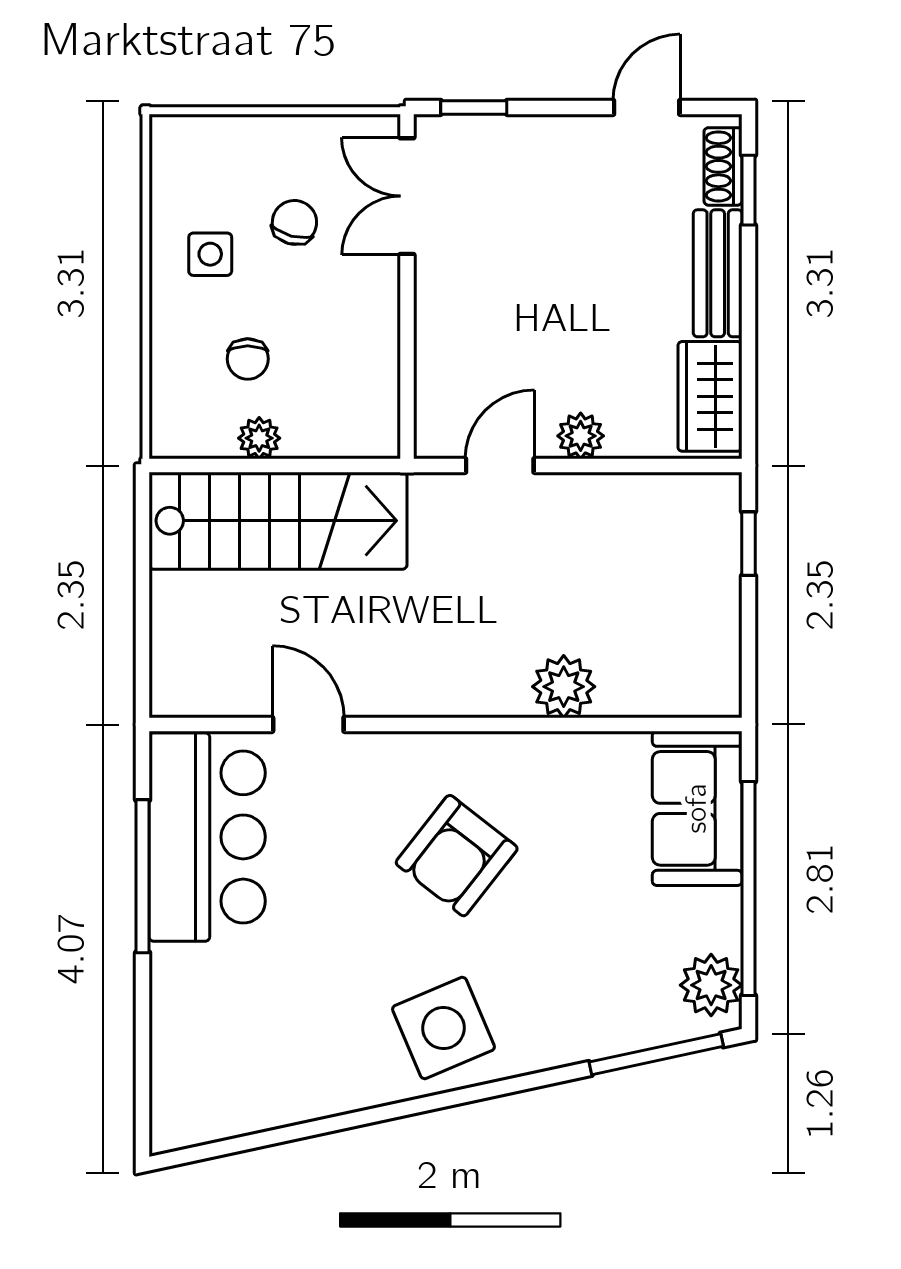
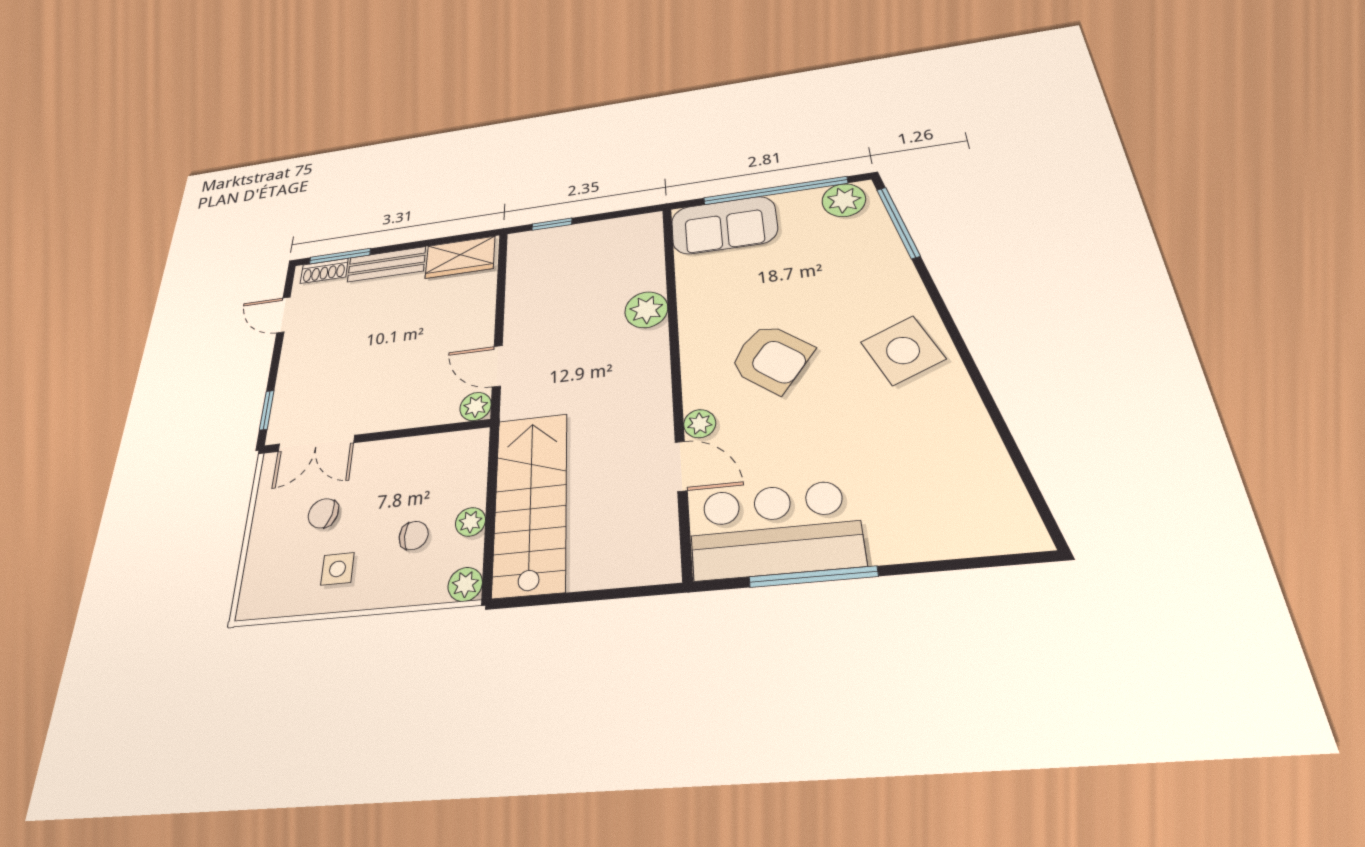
window: (749, 190) -> (340, 256), width x1.50
plant: (172, 436) -> (465, 584), added
plant: (581, 436) -> (476, 406), moved
door: (308, 724) -> (681, 466), swing flipped
plant: (368, 752) -> (700, 424), added

